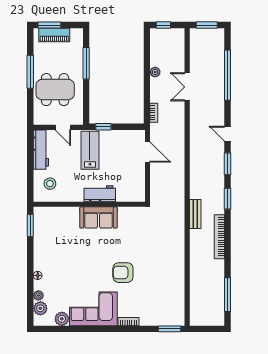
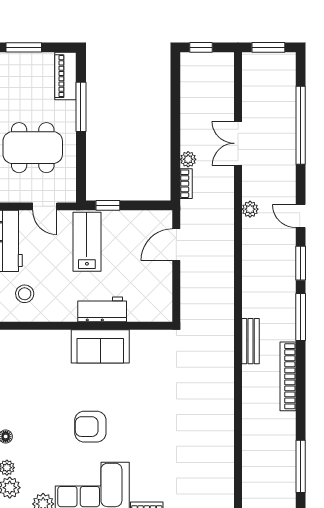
piano: (54, 35) -> (65, 76), moved, turned 90
plant: (155, 72) -> (188, 159), moved
plant: (195, 129) -> (250, 209), added
door: (148, 152) -> (176, 245), swing flipped
window: (228, 199) -> (301, 317), width x1.44
armchair: (123, 273) -> (90, 427), moved

